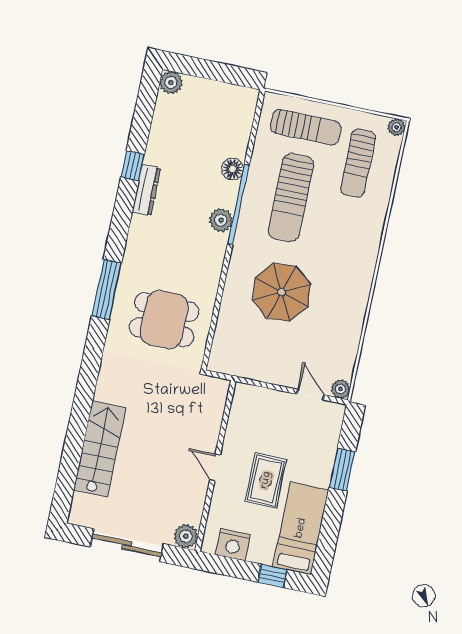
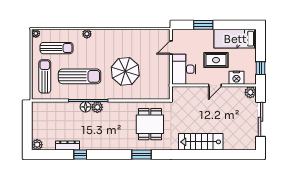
floor lamp: (233, 169) -> (86, 107), moved
dresser: (146, 190) -> (68, 146), moved
window: (106, 289) -> (142, 154), width x0.69
plant: (341, 389) -> (87, 34), moved
desk: (261, 411) -> (184, 69), added
stairs: (100, 449) -> (201, 142), moved
nightstand: (233, 545) -> (236, 78), moved, turned 90
window: (272, 576) -> (261, 68), moved

